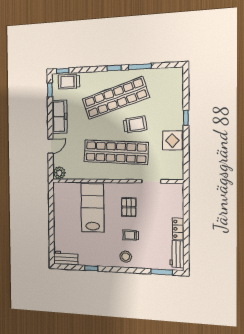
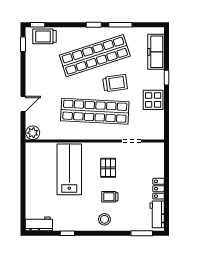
freezer: (59, 117) -> (156, 52), moved, turned 180

